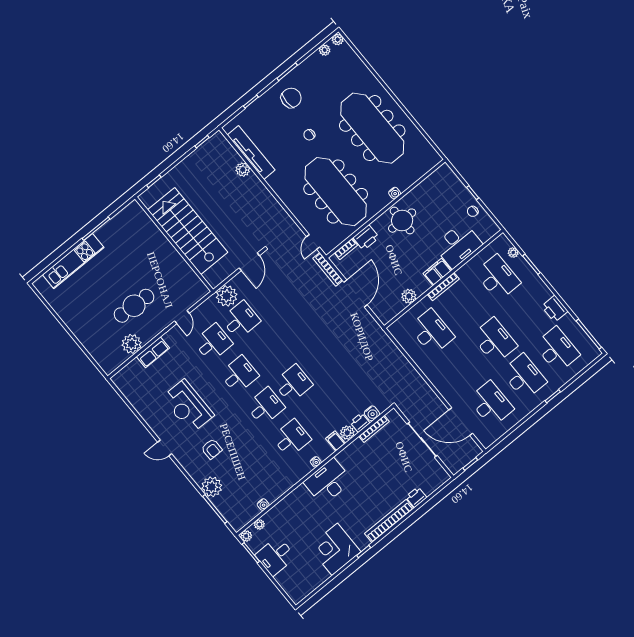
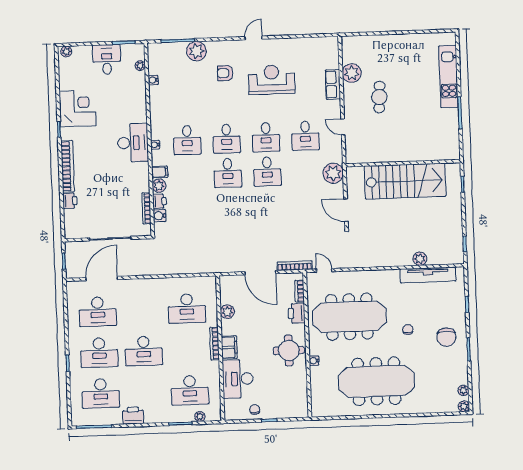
cafe table: (134, 306) -> (379, 97), width x0.73, depth x0.74
desk: (241, 320) -> (267, 171), moved
plant: (246, 536) -> (66, 52), moved

